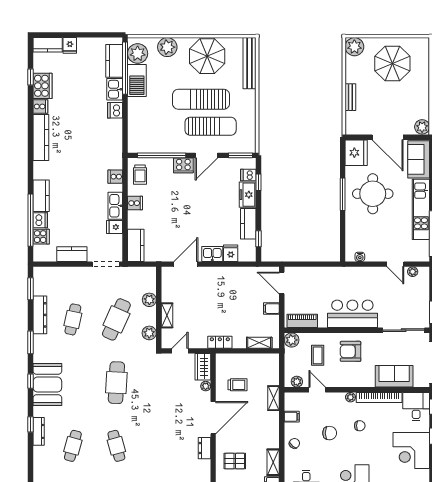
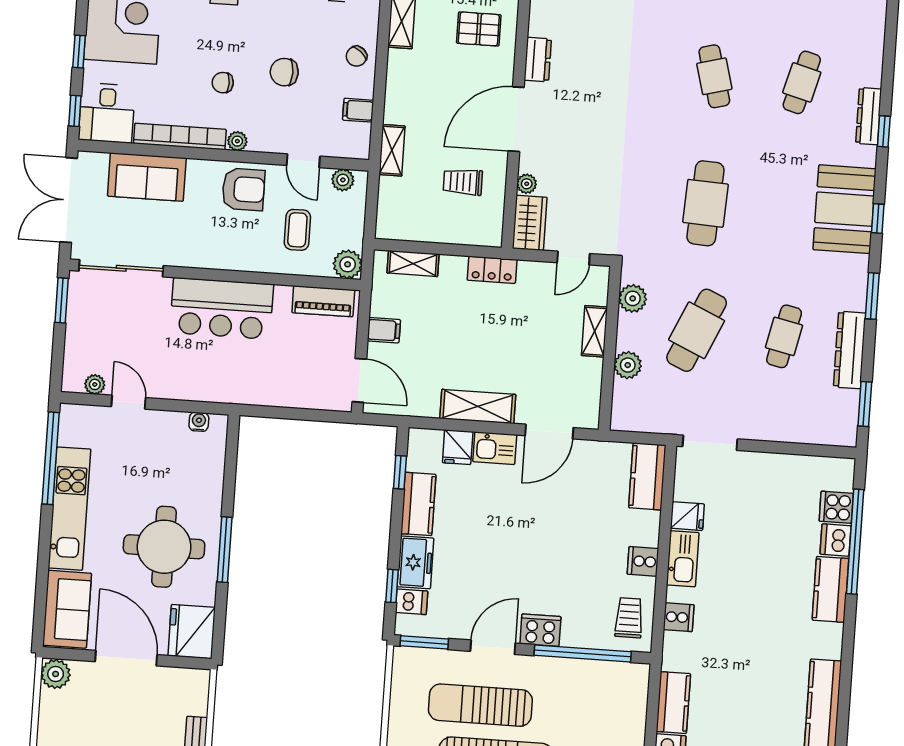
kitchen counter: (72, 254) -> (673, 703), moved, turned -90
shelving: (222, 274) -> (478, 406), added
armchair: (351, 351) -> (243, 189), moved

